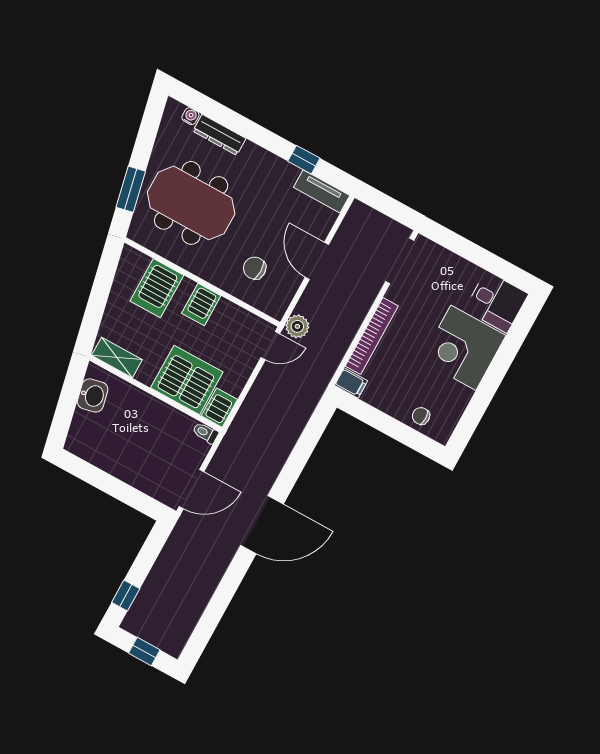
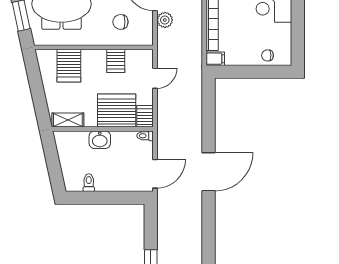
server rack: (201, 304) -> (116, 61), moved
plant: (297, 326) -> (165, 20), moved
door: (270, 346) -> (155, 78), moved
washbasin: (93, 395) -> (100, 140), moved, turned 102
toilet: (99, 454) -> (89, 183), added

